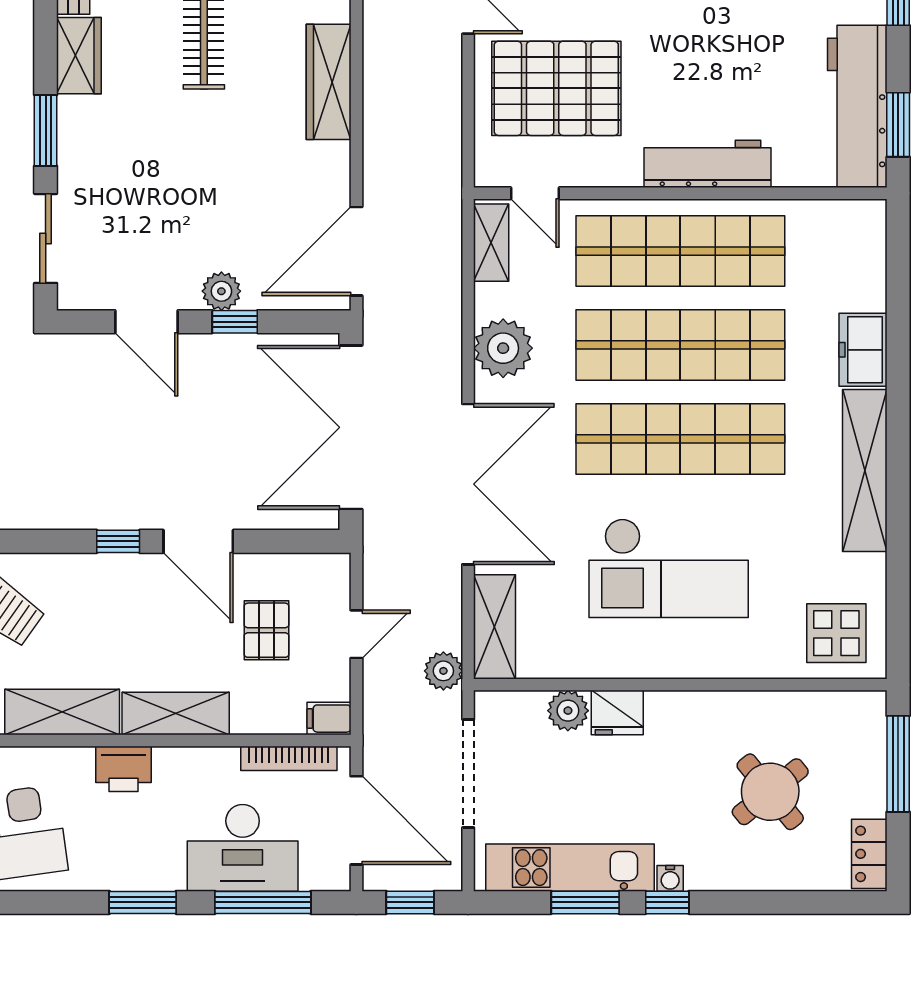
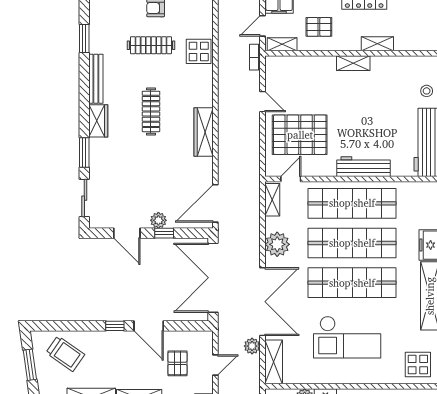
door: (535, 193) -> (291, 179), swing flipped
plant: (443, 671) -> (252, 346), moved

